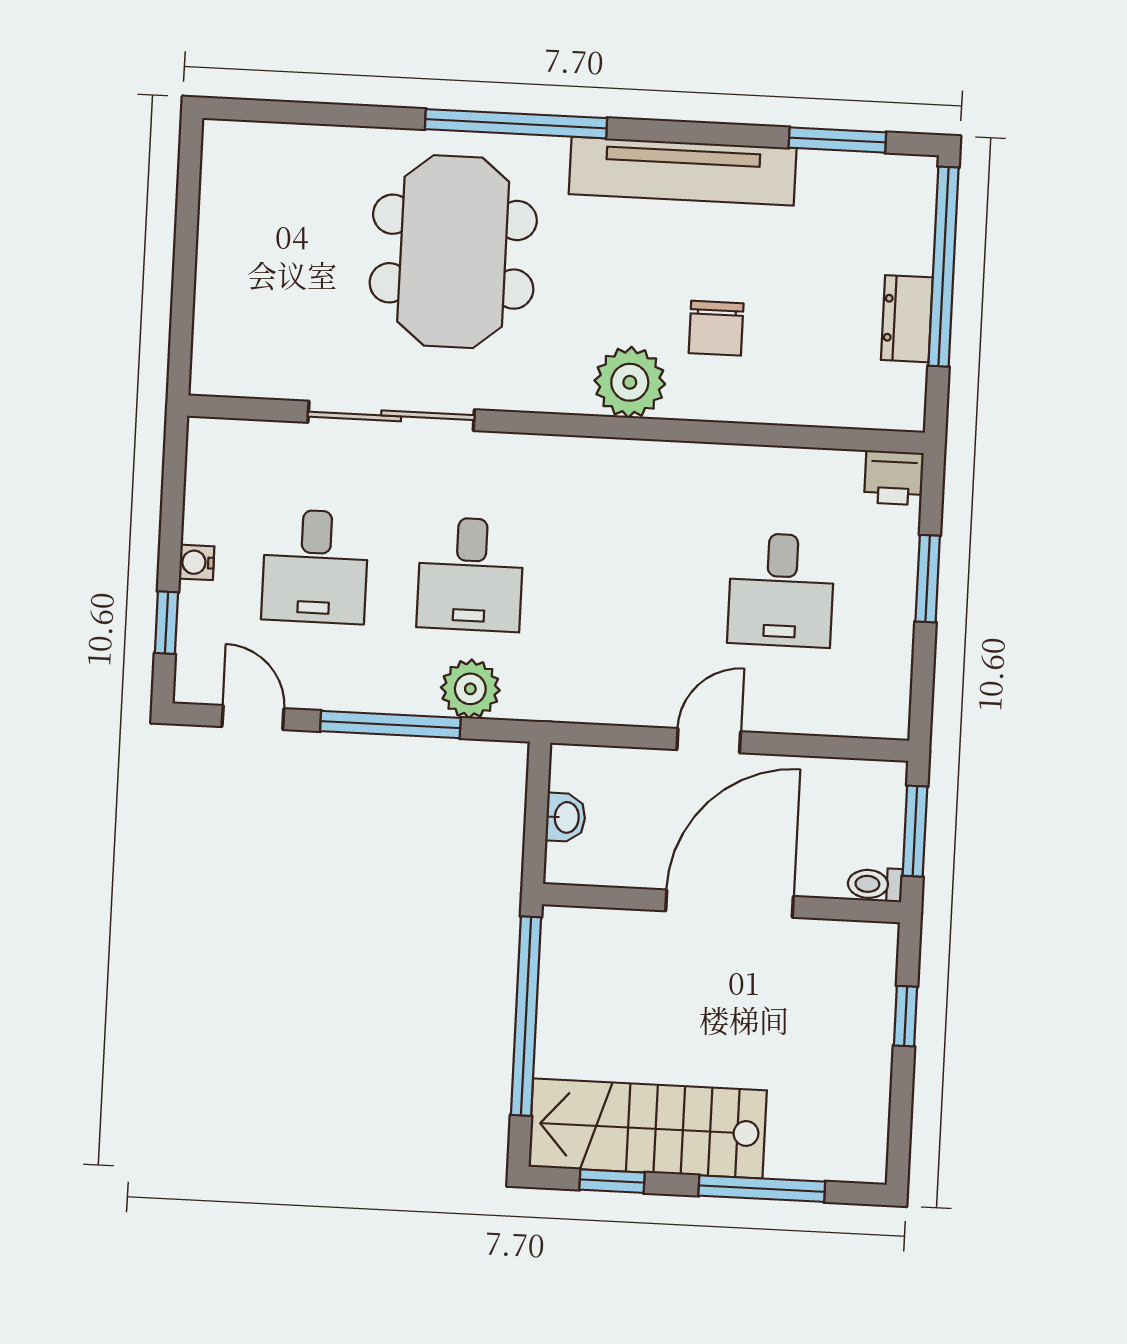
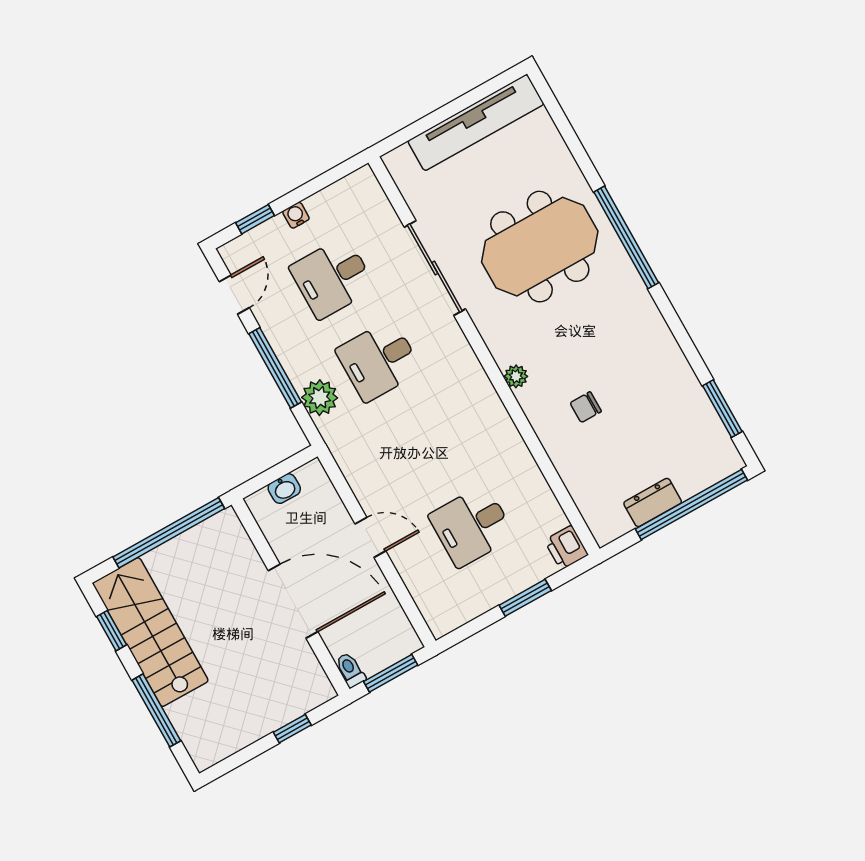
tv unit: (683, 171) -> (476, 122), moved, turned -90
chair: (716, 328) -> (586, 407), width x0.73, depth x0.73
plant: (630, 382) -> (516, 376), width x0.53, depth x0.53

